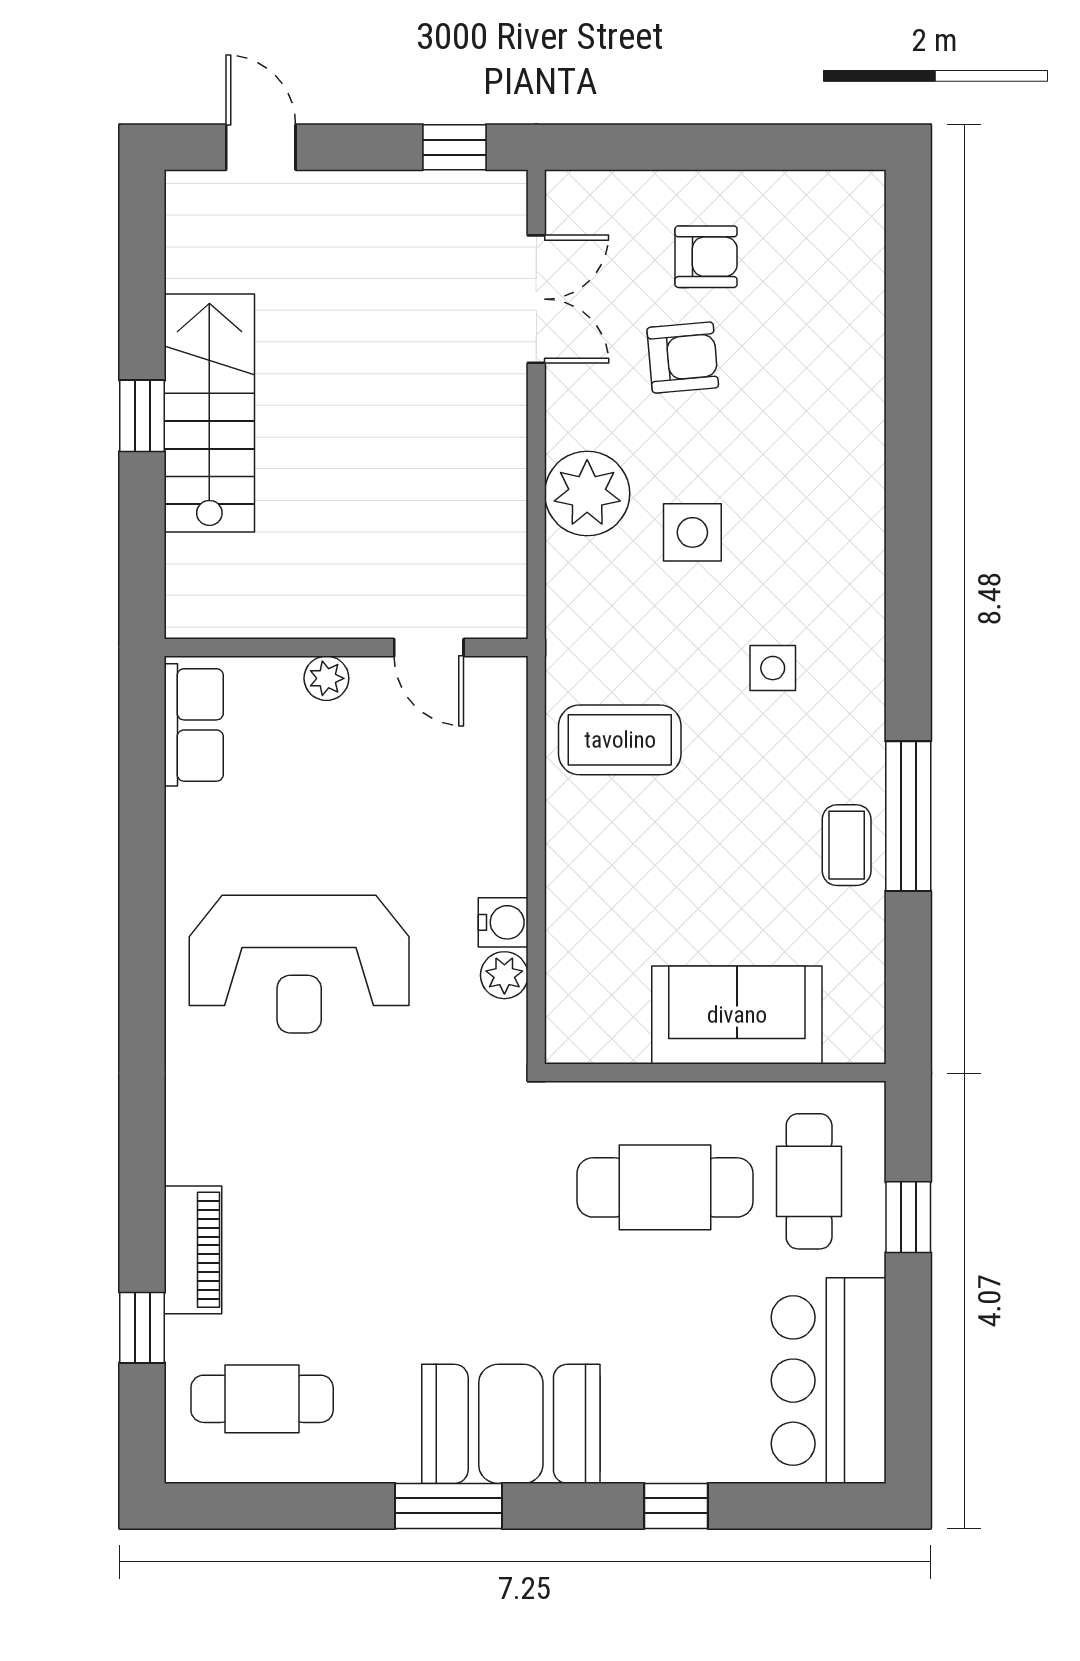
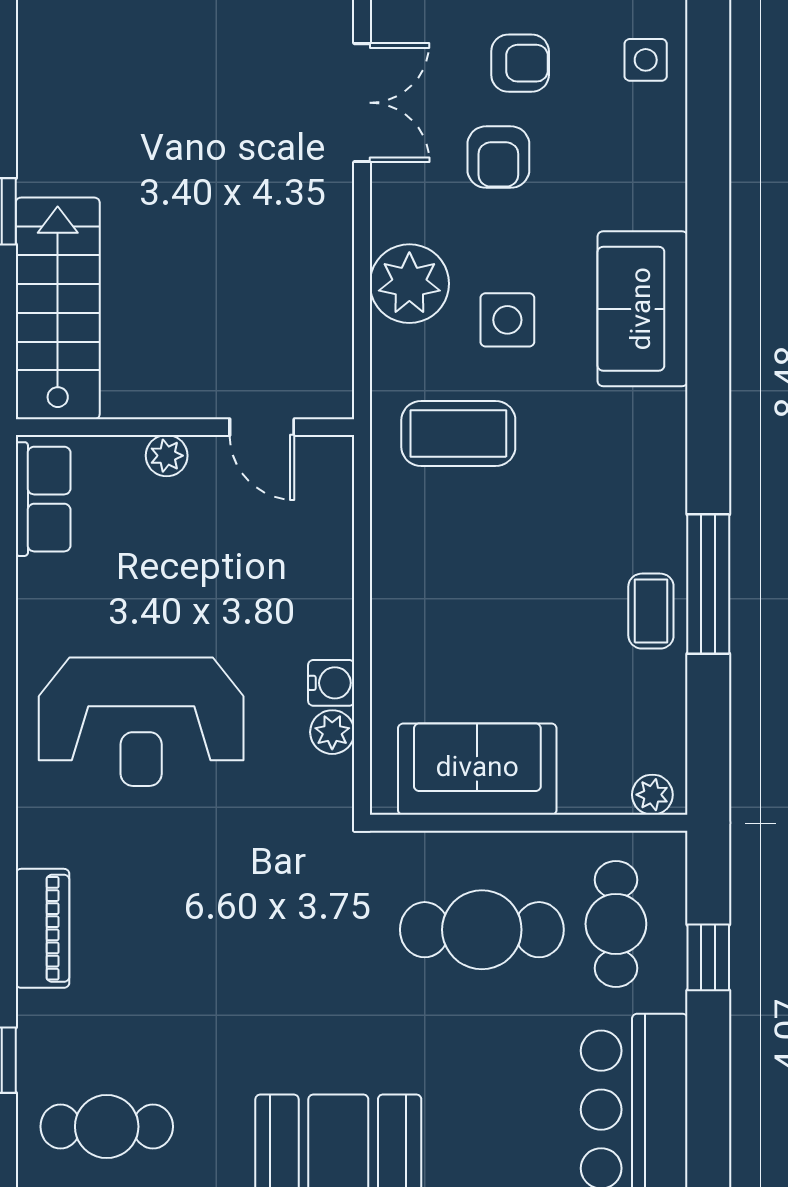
armchair: (683, 358) -> (498, 157), turned 95
stairs: (209, 413) -> (58, 308), moved
sofa: (838, 520) -> (643, 309), added
side table: (773, 668) -> (646, 60), moved
coffee table: (620, 740) -> (458, 433), moved
sofa: (737, 1015) -> (477, 769), moved
plant: (848, 1042) -> (652, 795), added
piano: (193, 1250) -> (42, 928), moved

